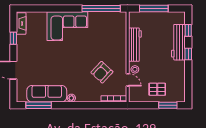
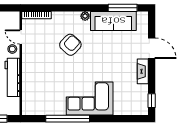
window: (101, 9) -> (68, 119), moved
fireplace: (21, 23) -> (143, 71), moved
window: (13, 38) -> (152, 101), moved
armchair: (102, 72) -> (70, 45), moved

